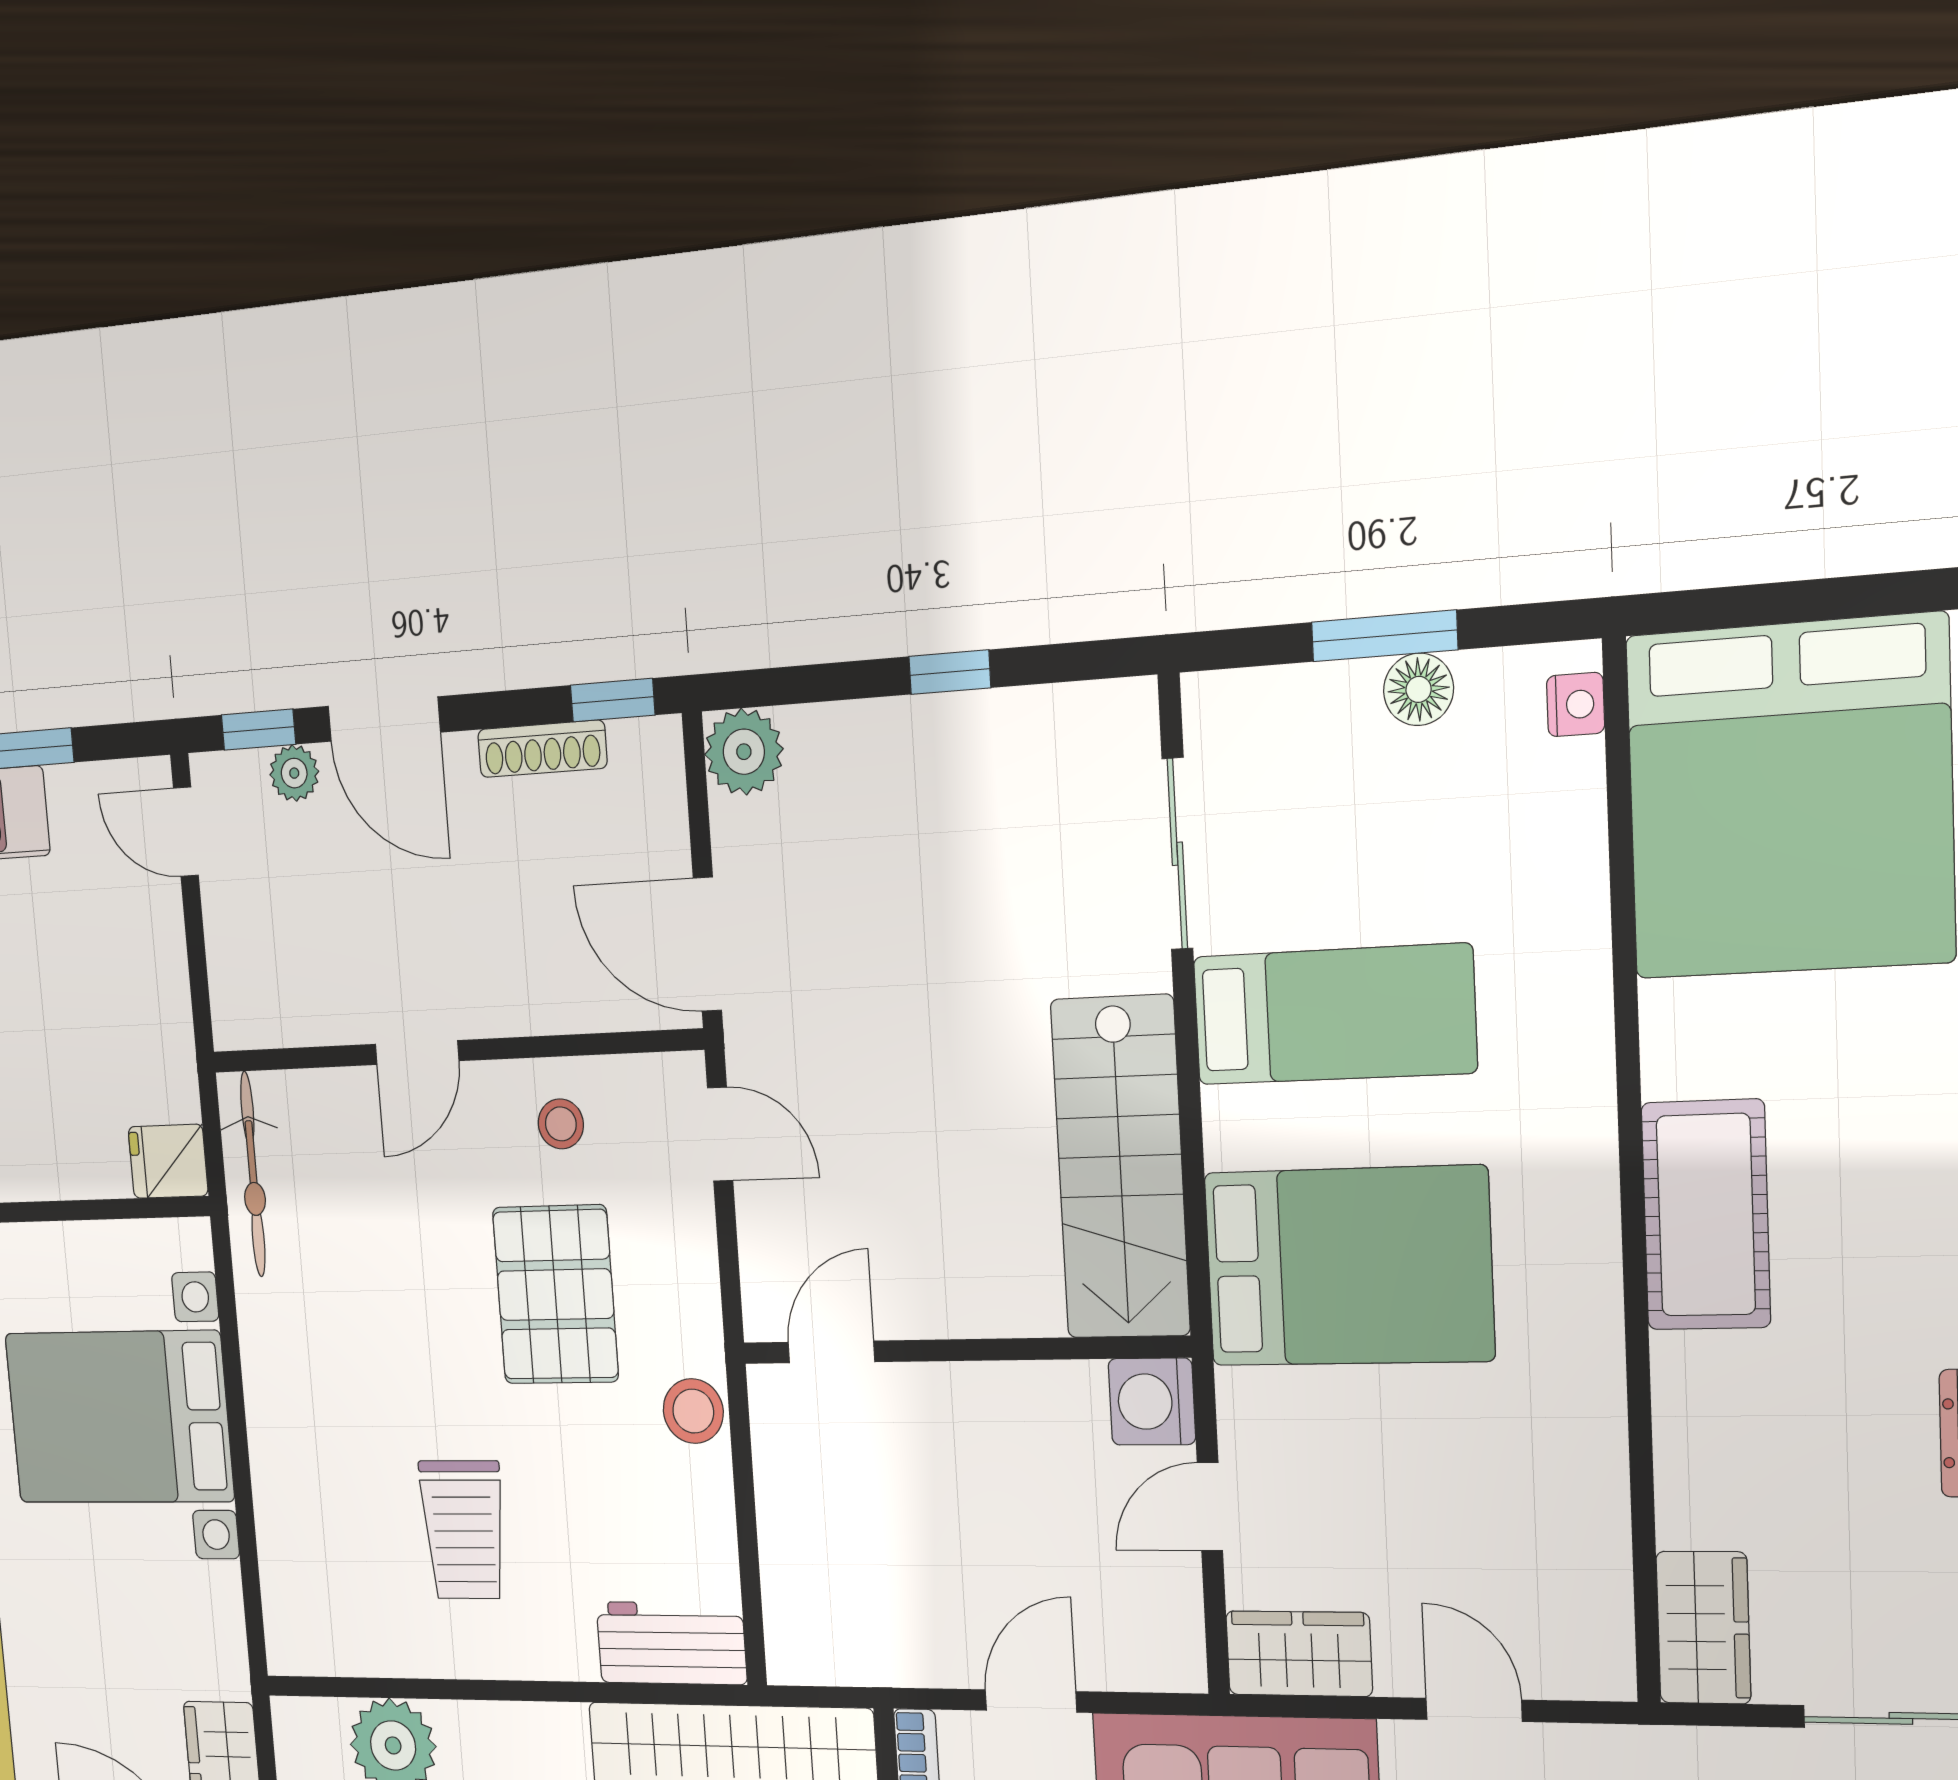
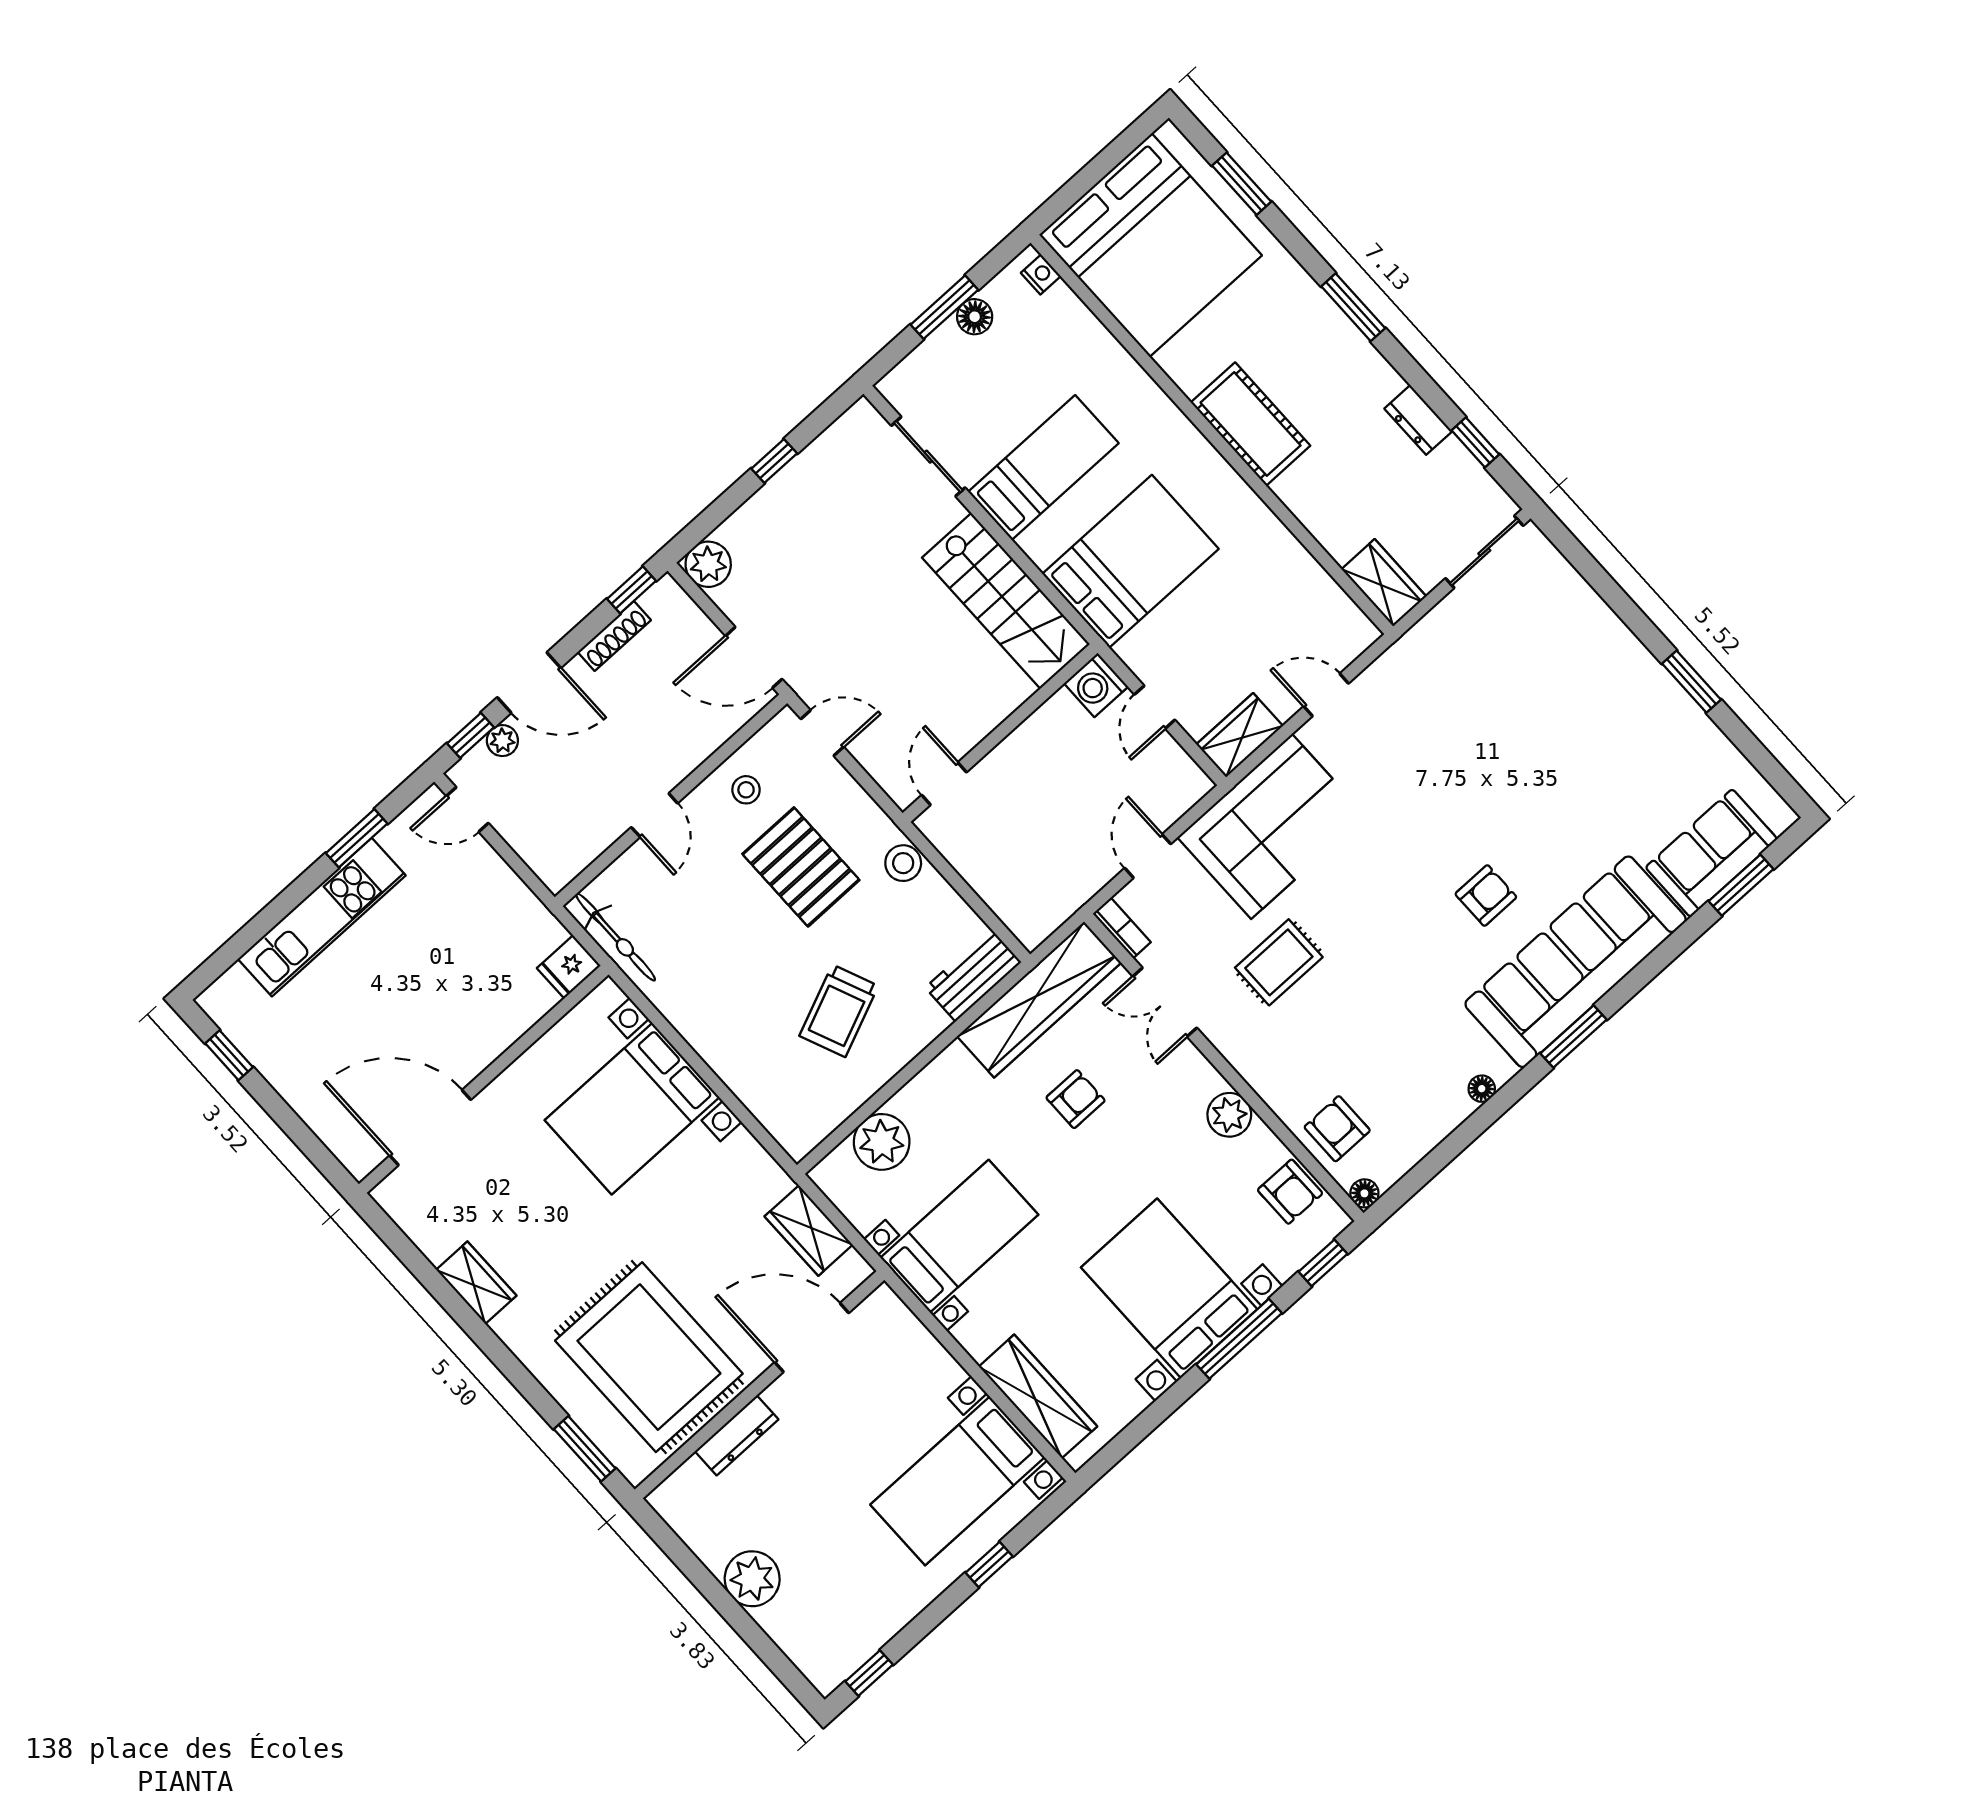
trolley: (464, 1530) -> (839, 1011), turned 67

